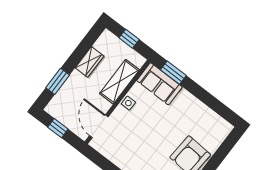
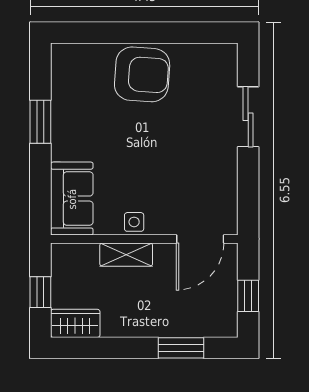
wardrobe: (90, 62) -> (75, 323), moved
window: (173, 73) -> (40, 122), moved
shelving: (119, 82) -> (126, 255), width x0.67, depth x0.75

